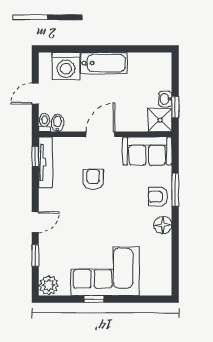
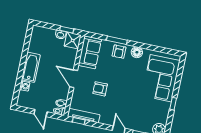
washing machine: (66, 66) -> (25, 86), width x0.53, depth x0.53
corner sofa: (105, 271) -> (161, 78), moved

